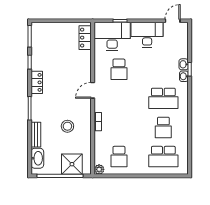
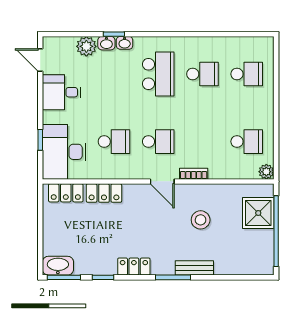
desk: (147, 35) -> (61, 92), width x0.73
plant: (182, 51) -> (86, 46), added
locker: (85, 63) -> (104, 193), added
door: (93, 90) -> (162, 181), moved
school desk: (119, 98) -> (158, 142), added
bench: (36, 135) -> (194, 268), moved
school desk: (163, 157) -> (247, 74), width x0.54
washbasin: (37, 158) -> (58, 266), moved

